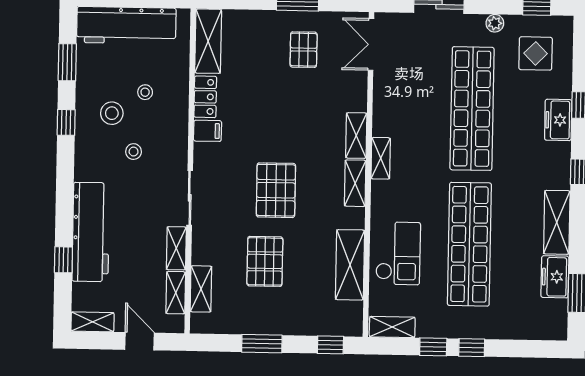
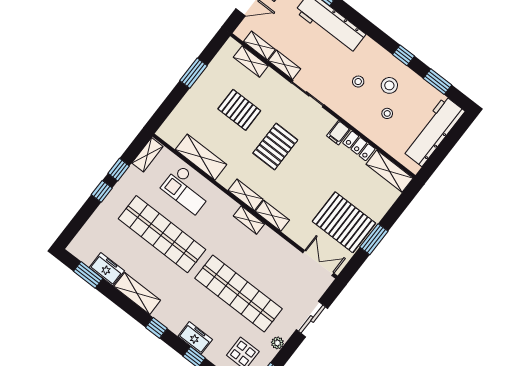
pallet: (304, 50) -> (344, 222), width x2.05, depth x2.00
pallet: (276, 190) -> (275, 146), turned 90
window: (330, 345) -> (164, 112), removed

